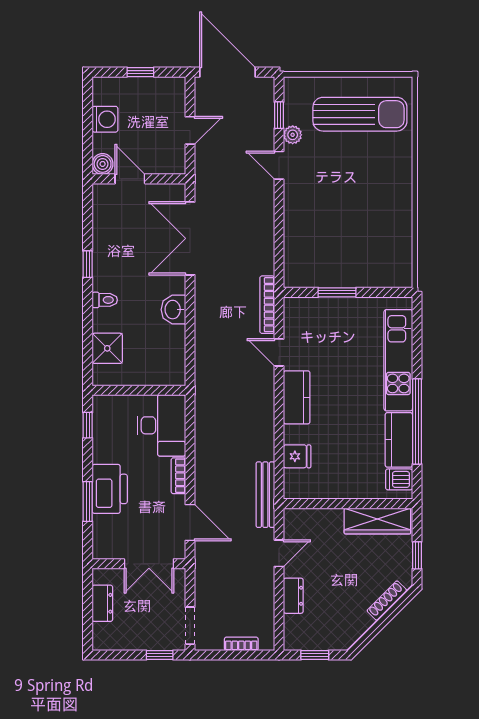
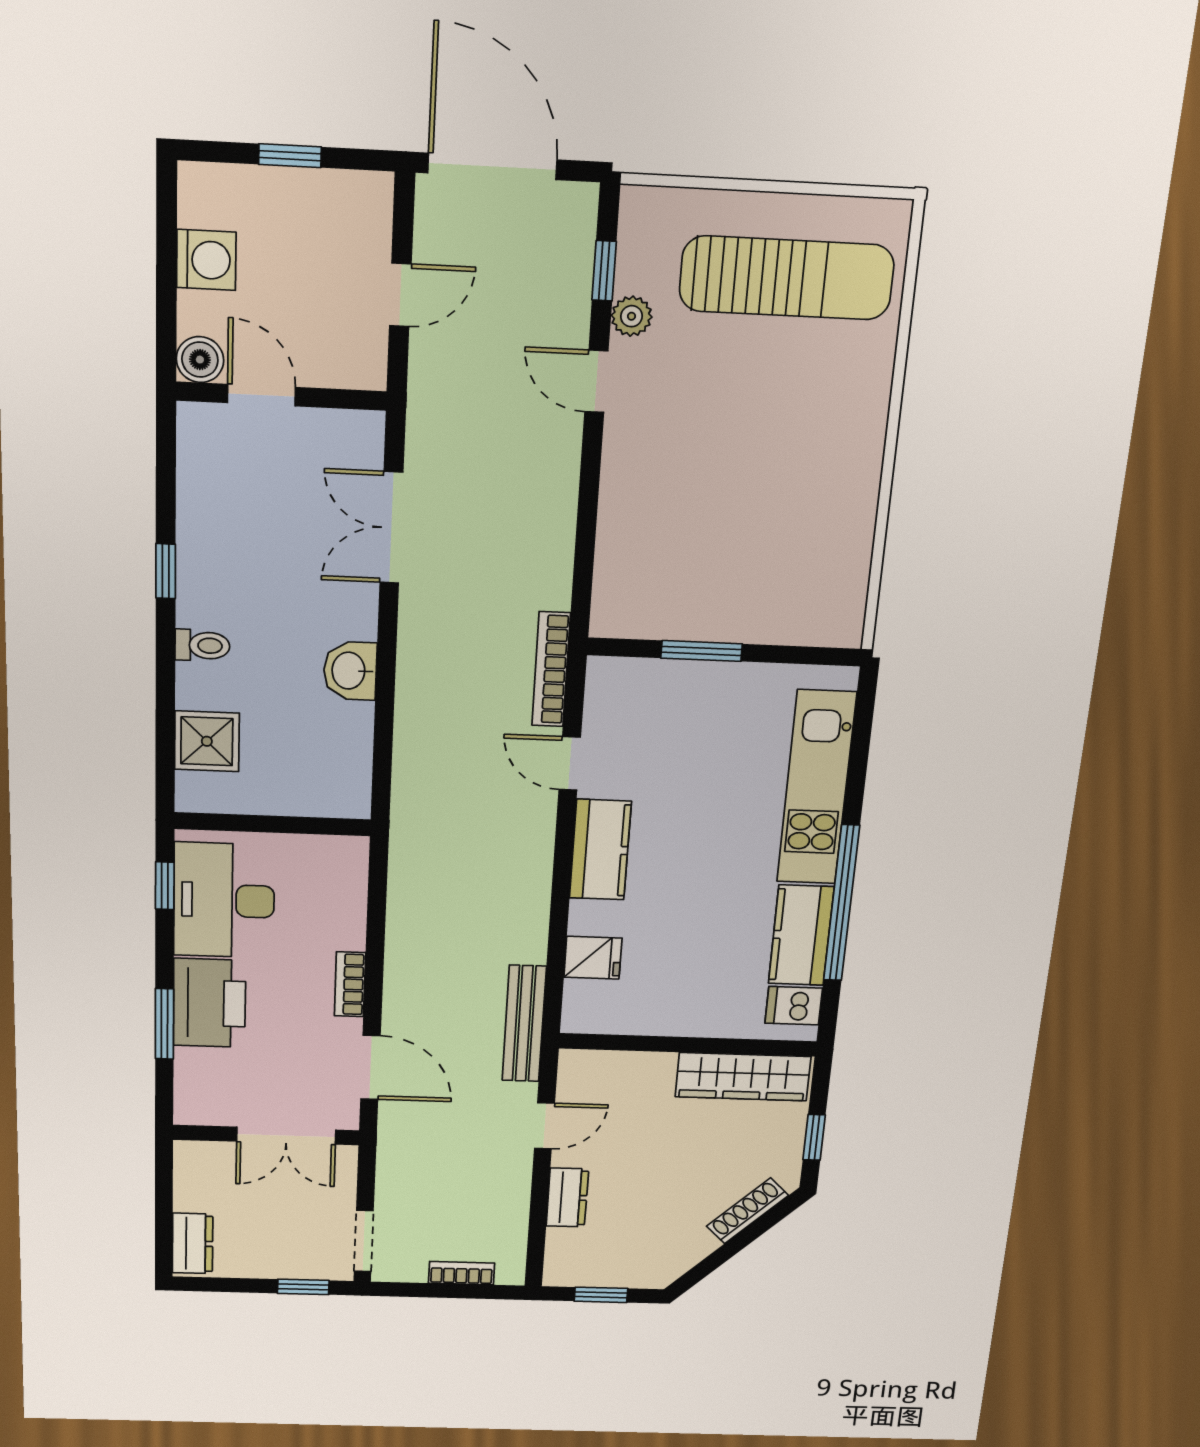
double door: (190, 238) -> (391, 528), width x0.73
desk: (161, 425) -> (224, 900), moved, turned 180
dresser: (102, 603) -> (193, 1243), moved

